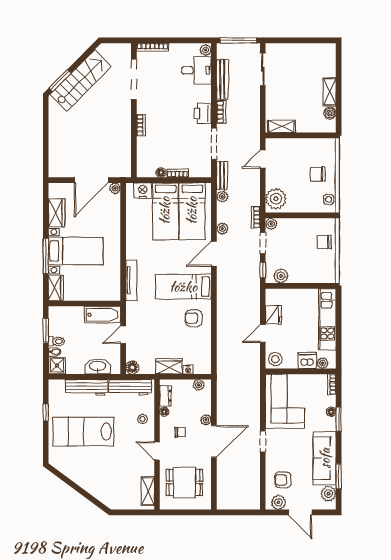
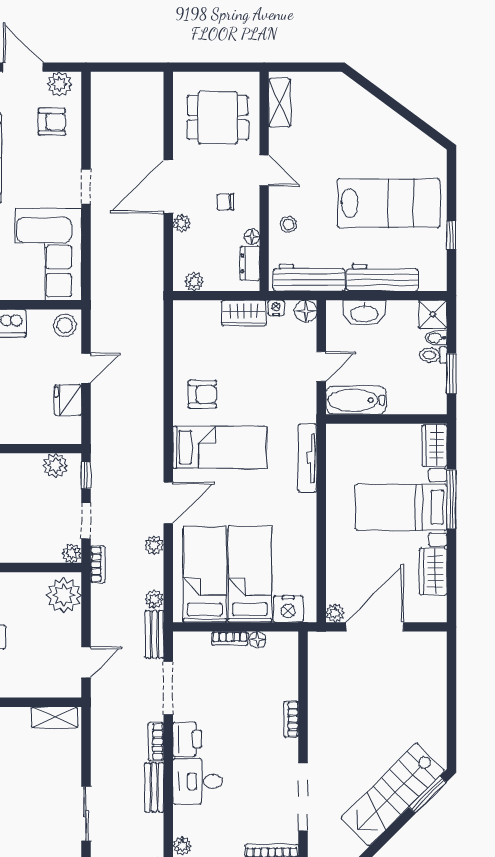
desk: (196, 70) -> (198, 781), moved
bench: (222, 80) -> (154, 787), width x0.73
nightstand: (188, 369) -> (276, 308), moved

